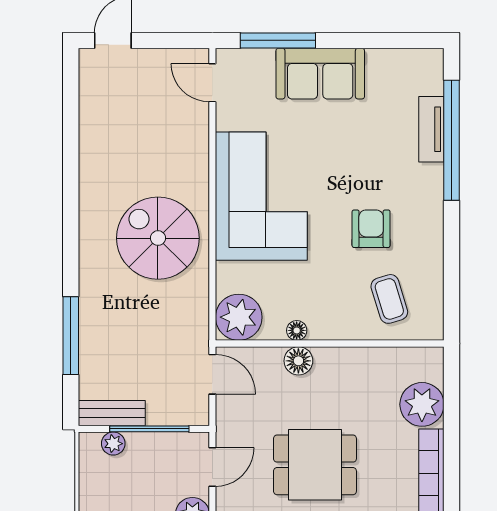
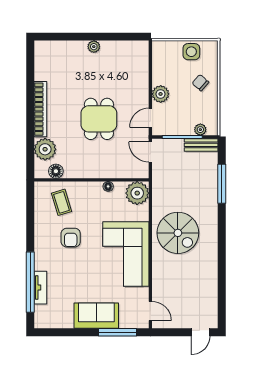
floor lamp: (298, 361) -> (56, 171), moved
door: (212, 374) -> (150, 152), moved
dining table: (315, 465) -> (99, 119), turned 90

